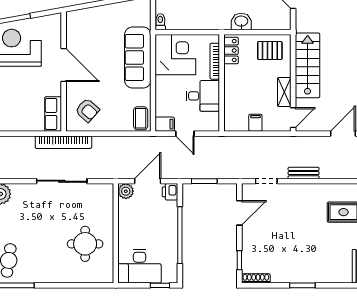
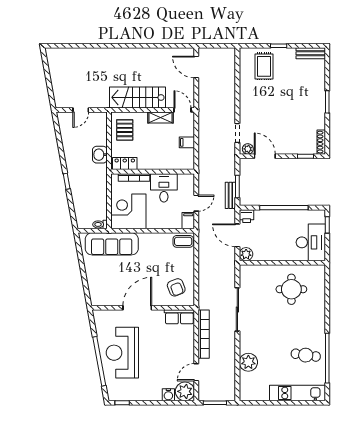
sofa: (138, 57) -> (112, 244), moved
armchair: (87, 110) -> (176, 287), turned 118
bookcase: (63, 142) -> (204, 334), moved
bench: (304, 173) -> (230, 195), moved
plant: (248, 193) -> (248, 149), added

